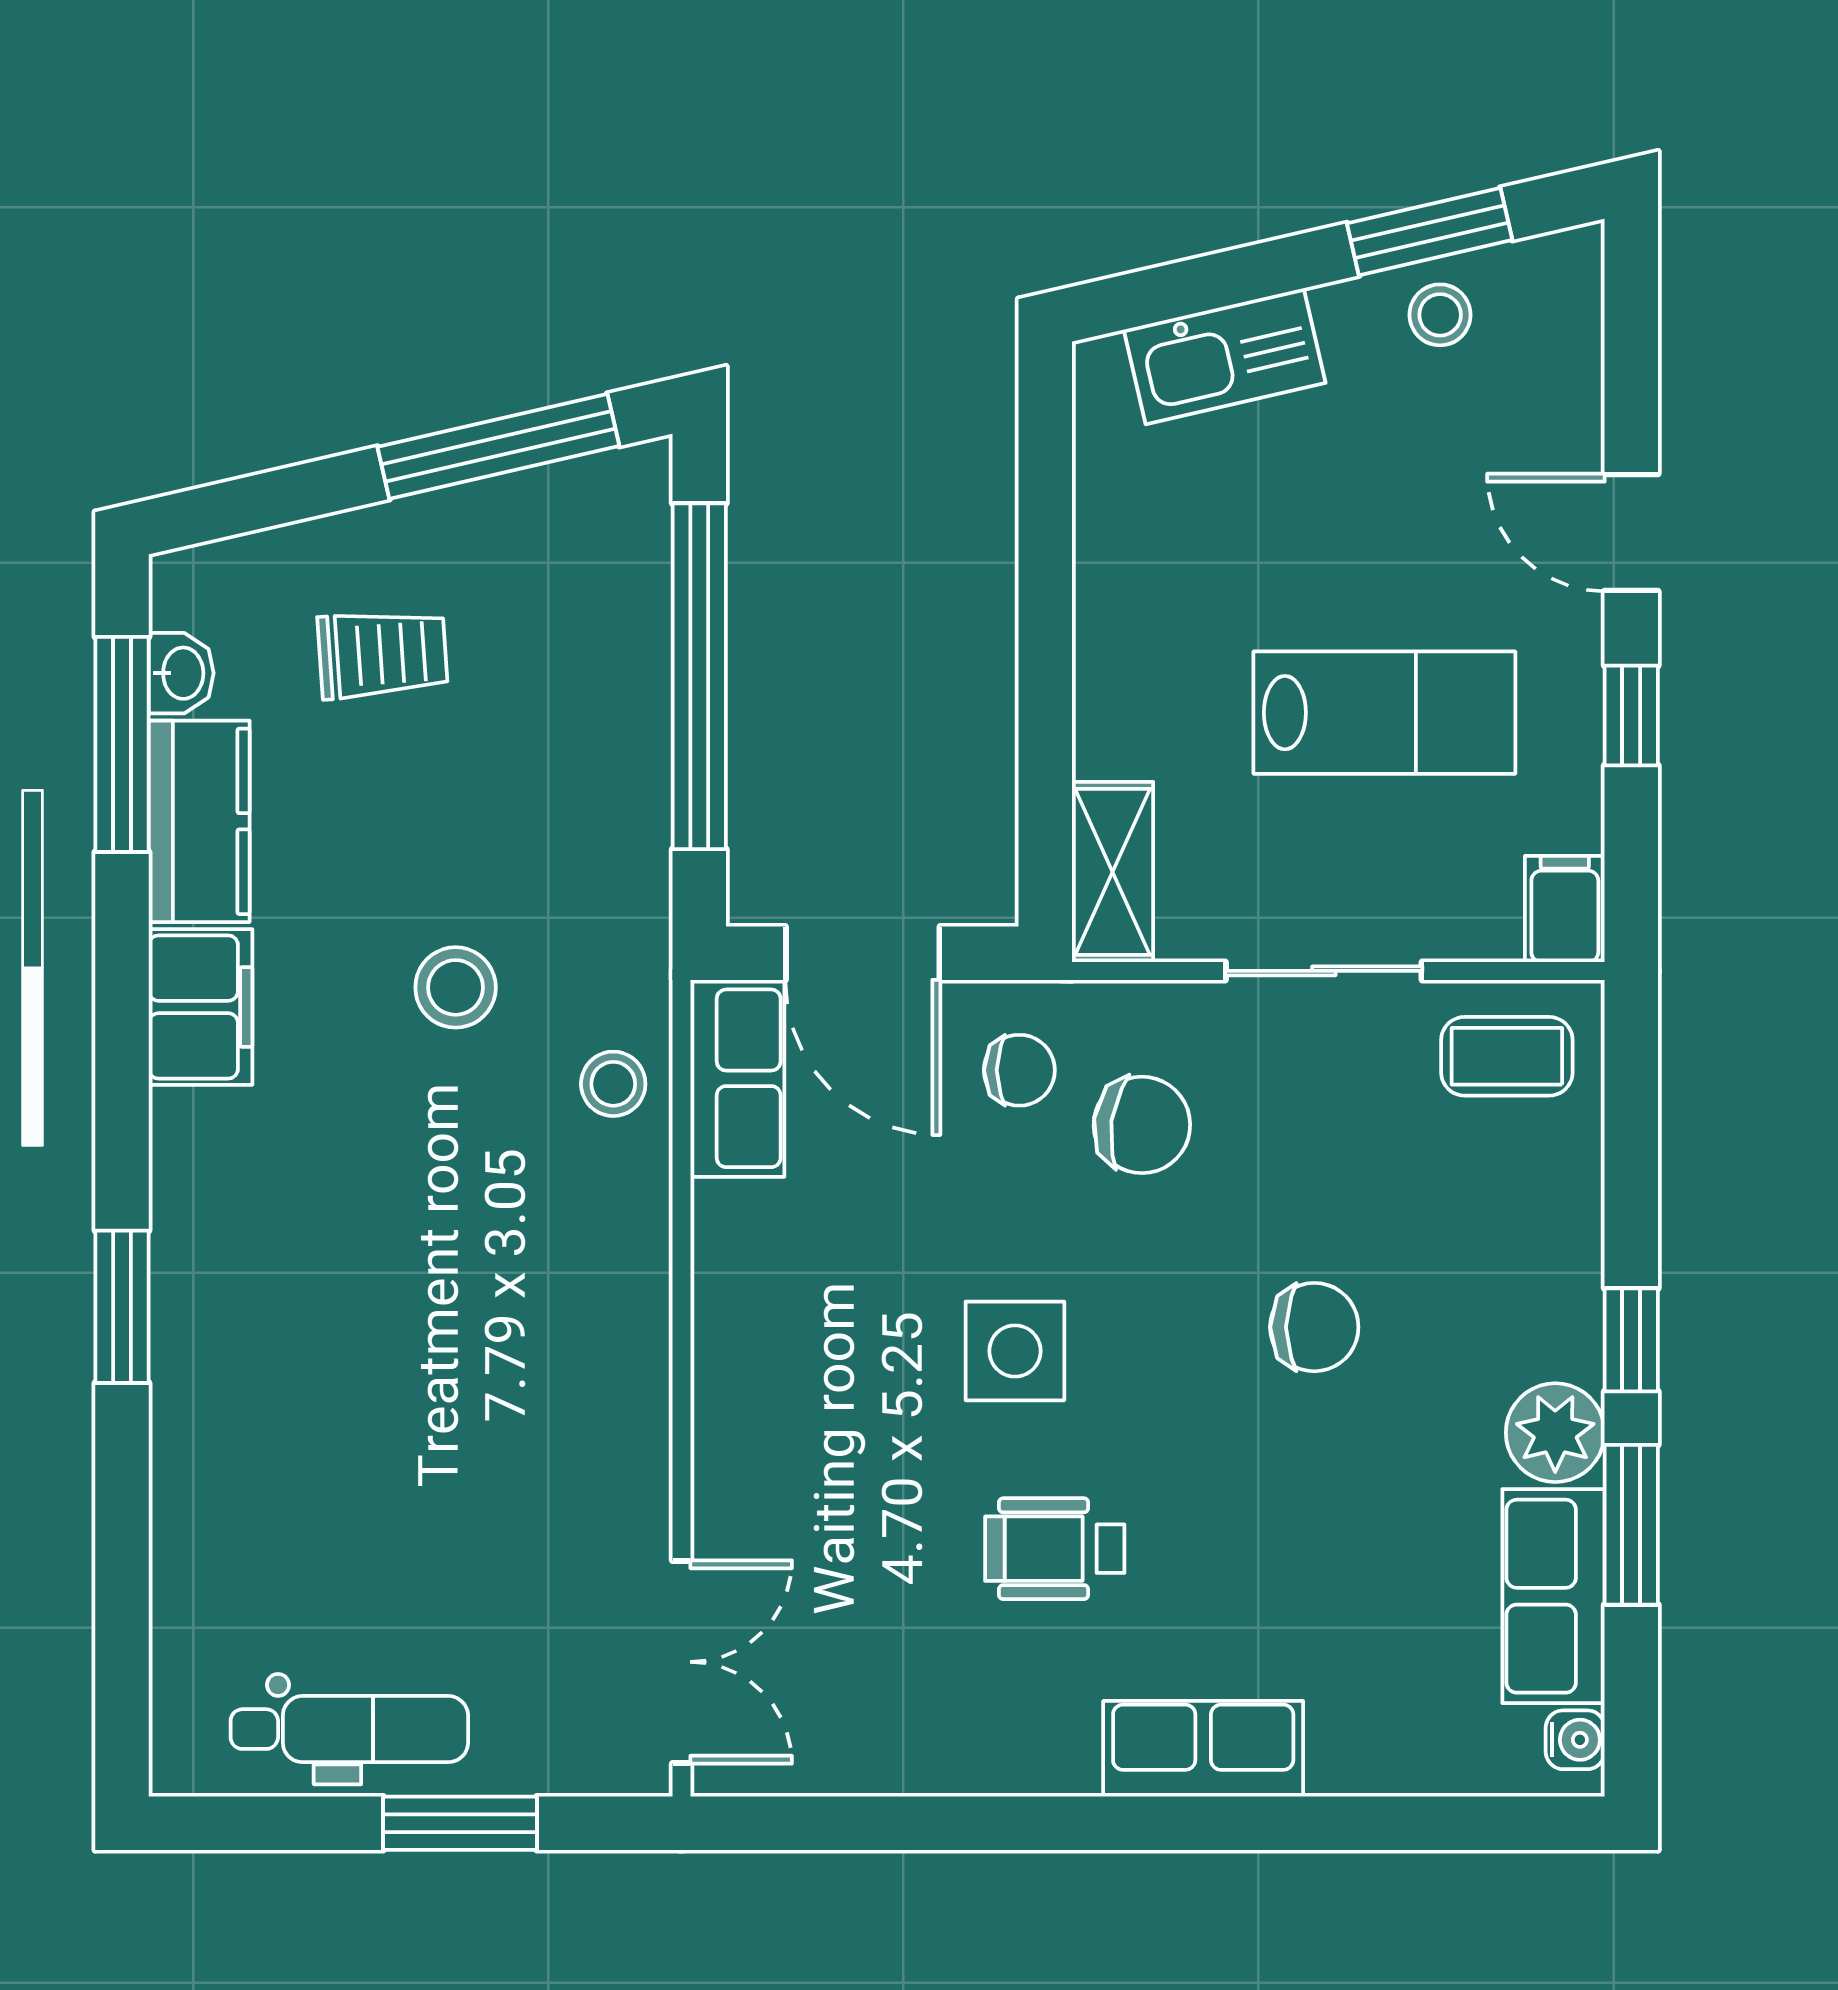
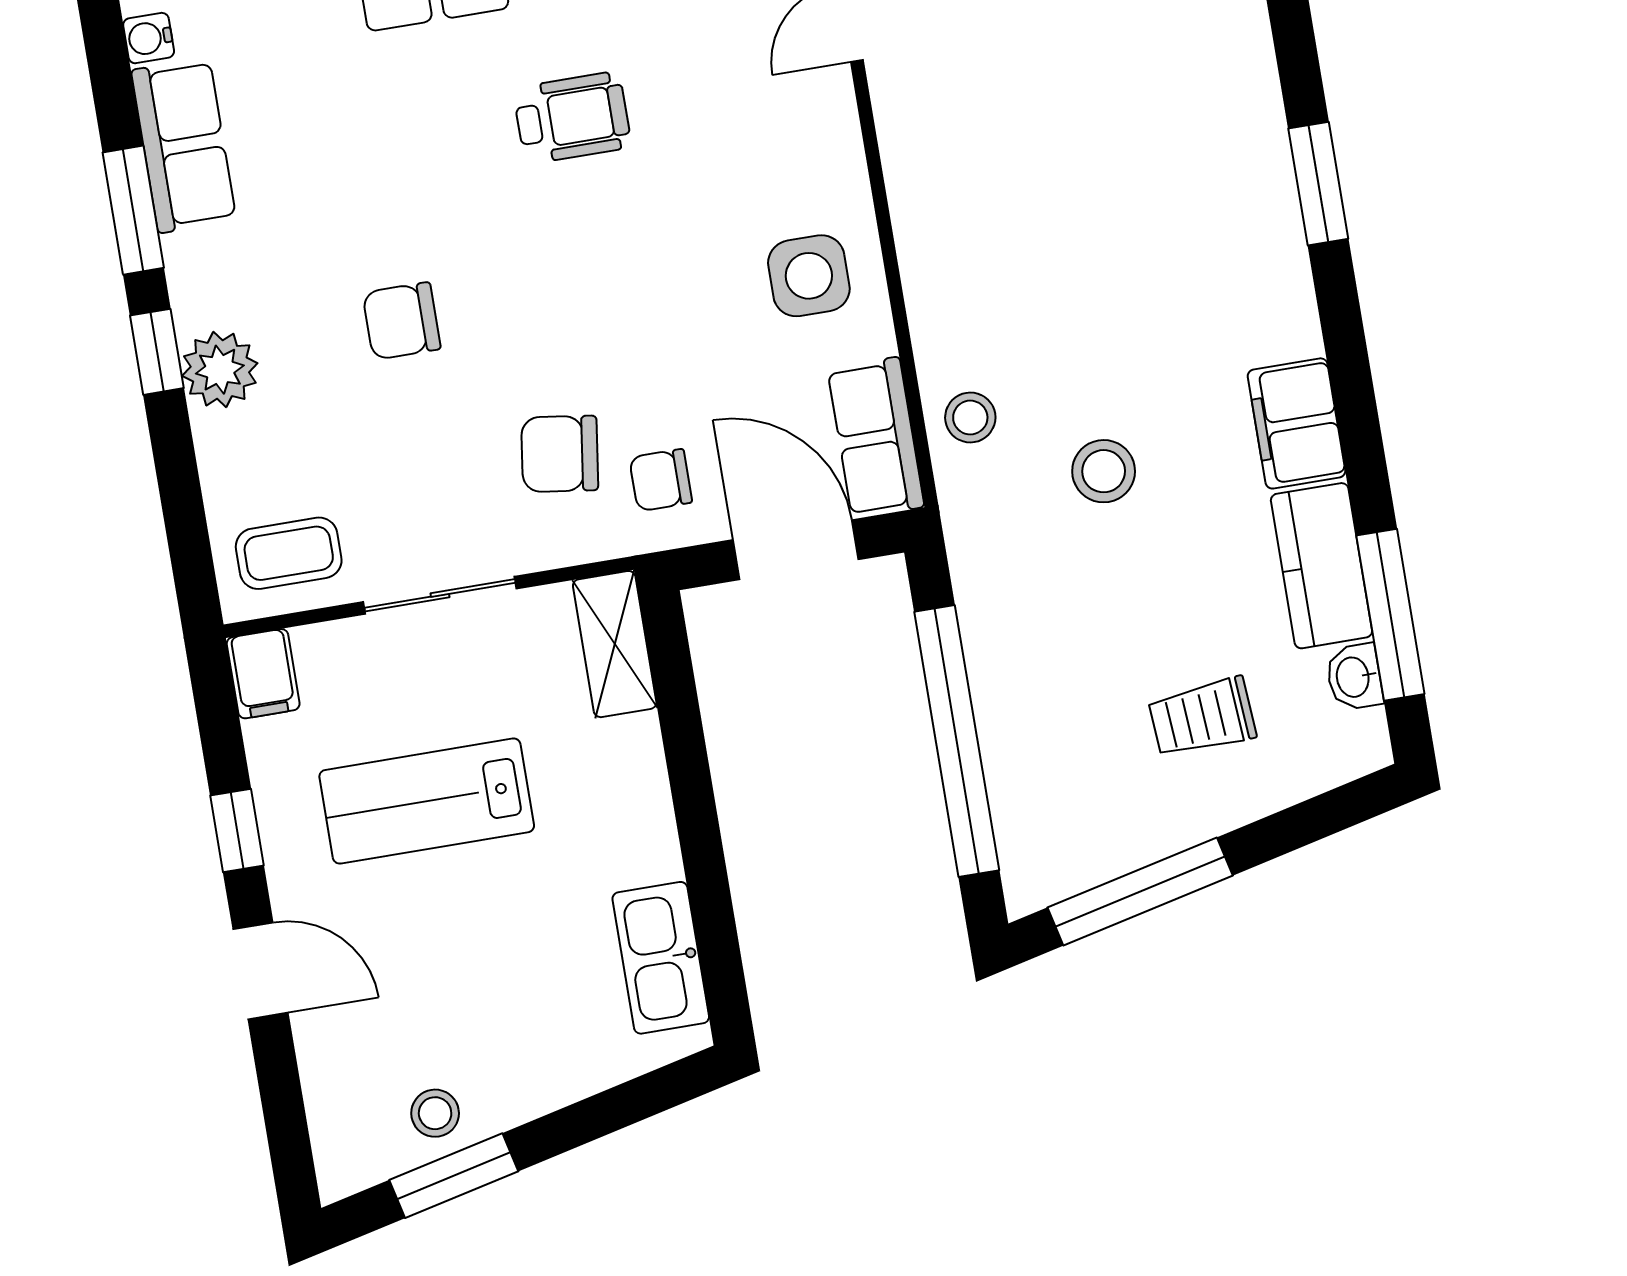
kitchen sink: (1225, 356) -> (661, 958), moved, turned -77
side table: (1015, 1351) -> (809, 276), moved
plant: (1555, 1433) -> (220, 370), moved

